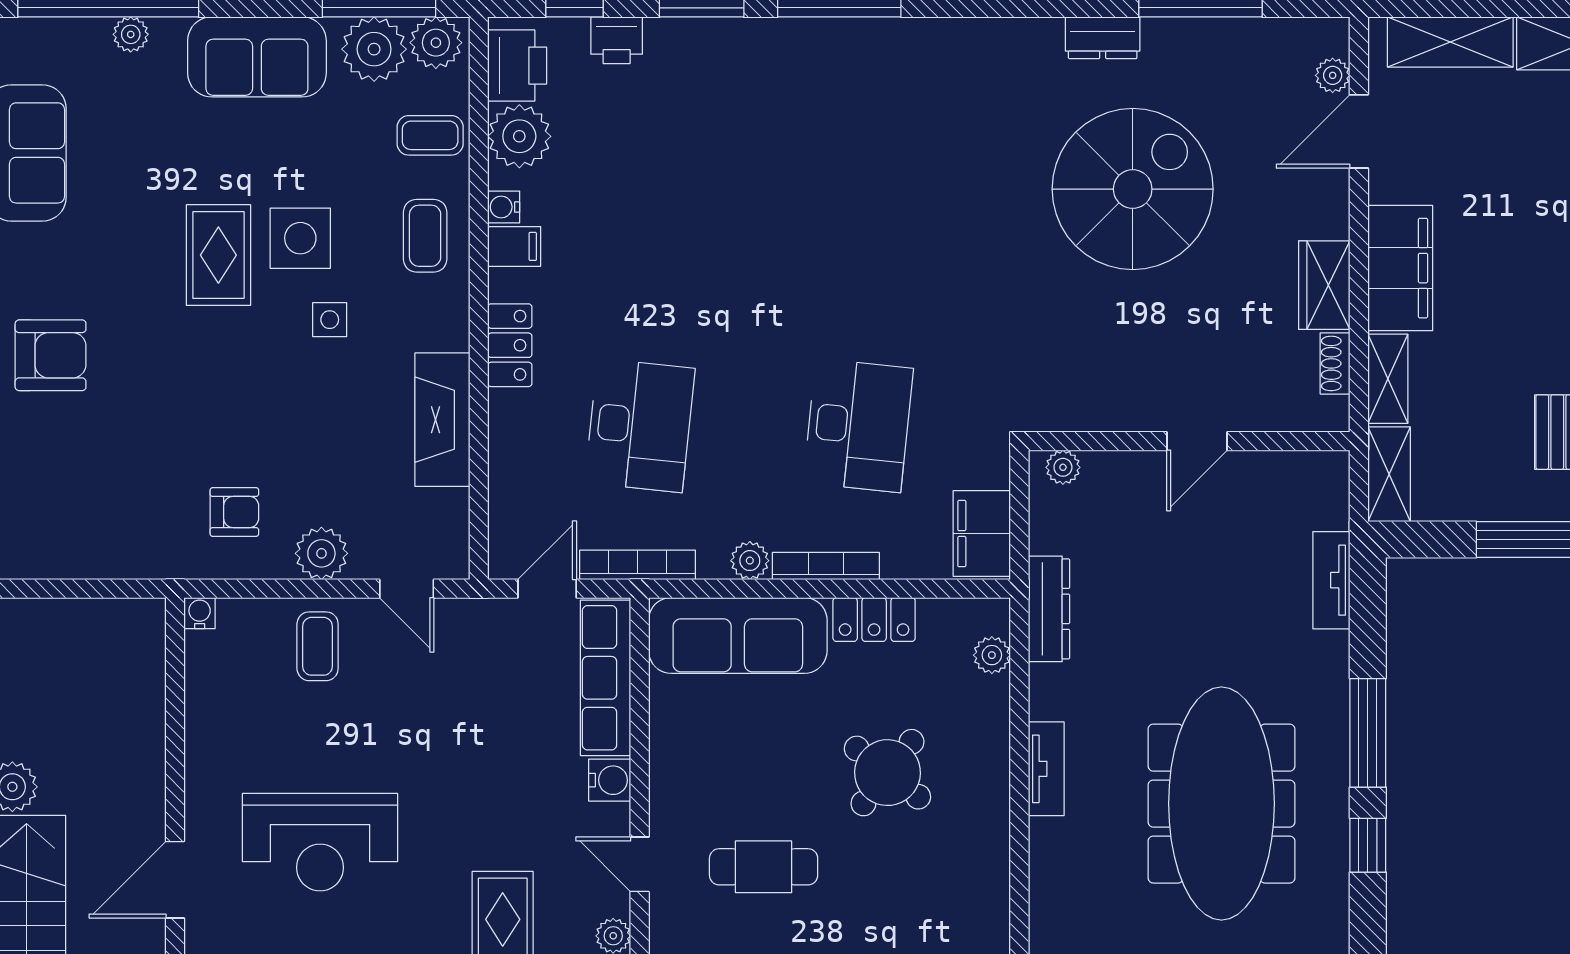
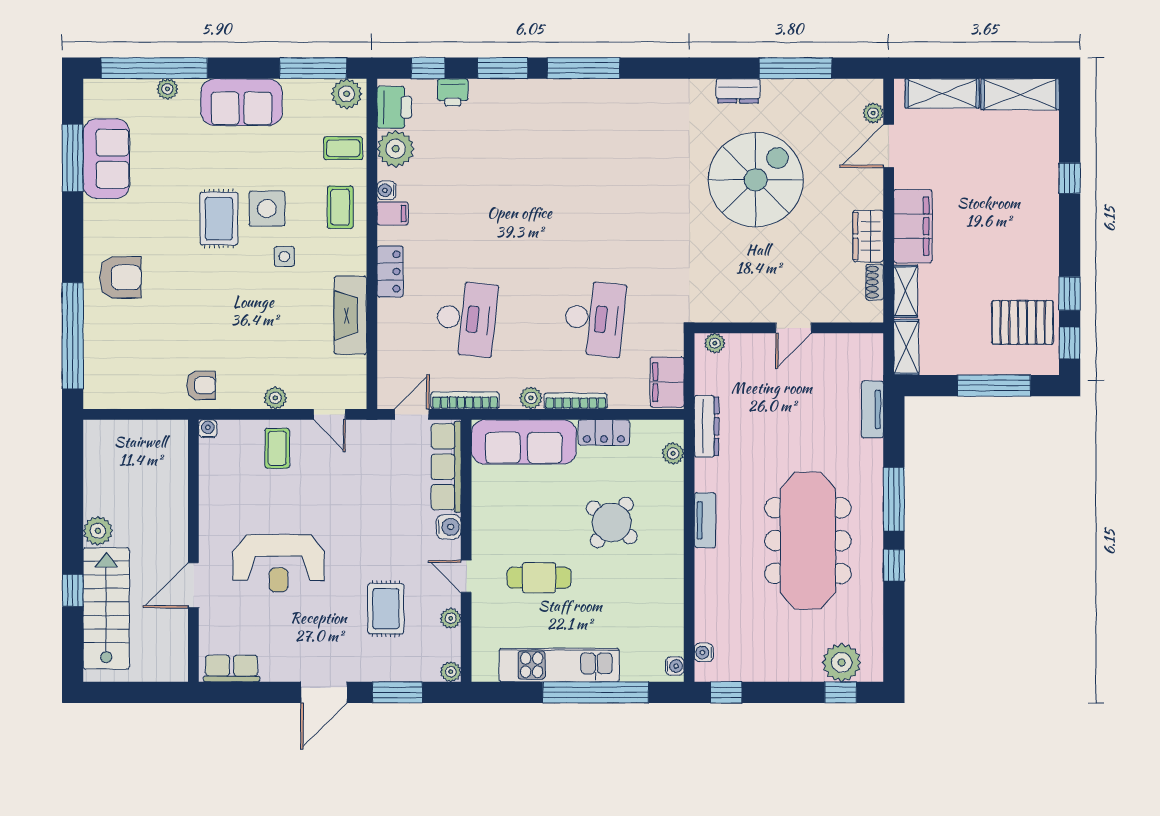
plant: (374, 49) -> (310, 98), removed
armchair: (234, 512) -> (201, 385), moved
plant: (321, 553) -> (275, 398), width x0.73, depth x0.73

